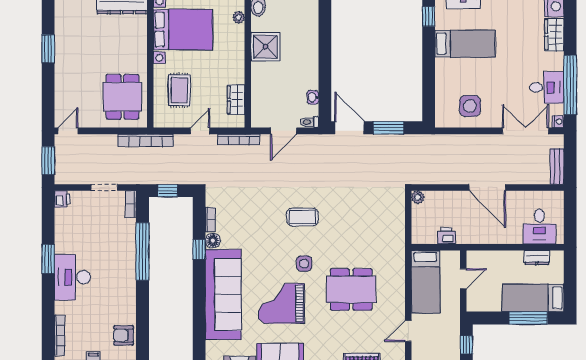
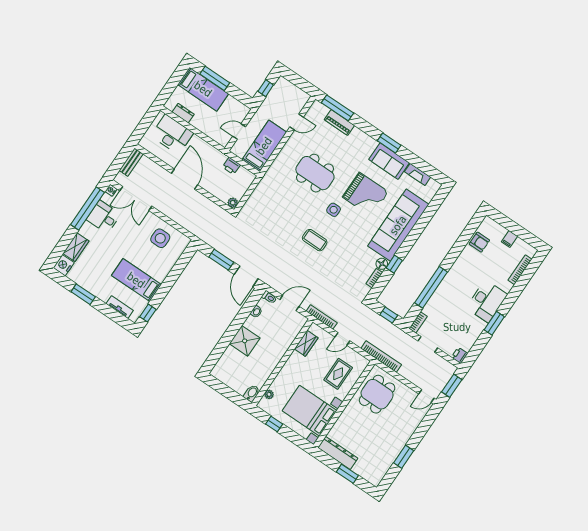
shower: (266, 47) -> (245, 341), moved
desk: (539, 227) -> (172, 134), width x1.37

